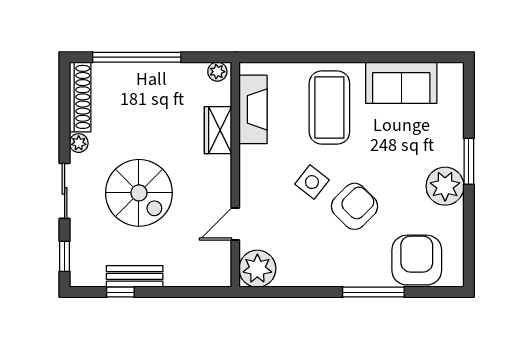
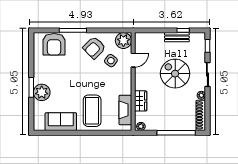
side table: (312, 182) -> (111, 61), moved
plant: (445, 186) -> (42, 92), moved
armchair: (355, 206) -> (94, 48), moved

